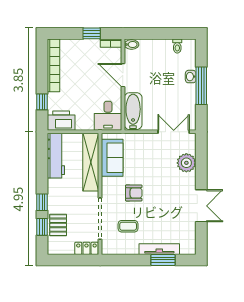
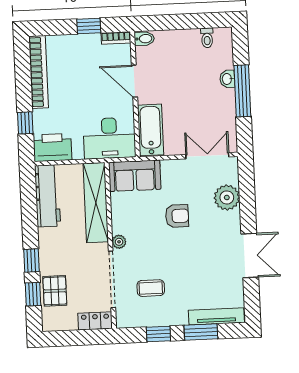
desk: (108, 116) -> (109, 138), width x1.37
sofa: (112, 158) -> (135, 176), moved, turned 90
plant: (106, 192) -> (119, 242), added
armchair: (134, 193) -> (177, 216), moved
tv unit: (159, 249) -> (216, 316), moved
window: (132, 260) -> (158, 334), added

